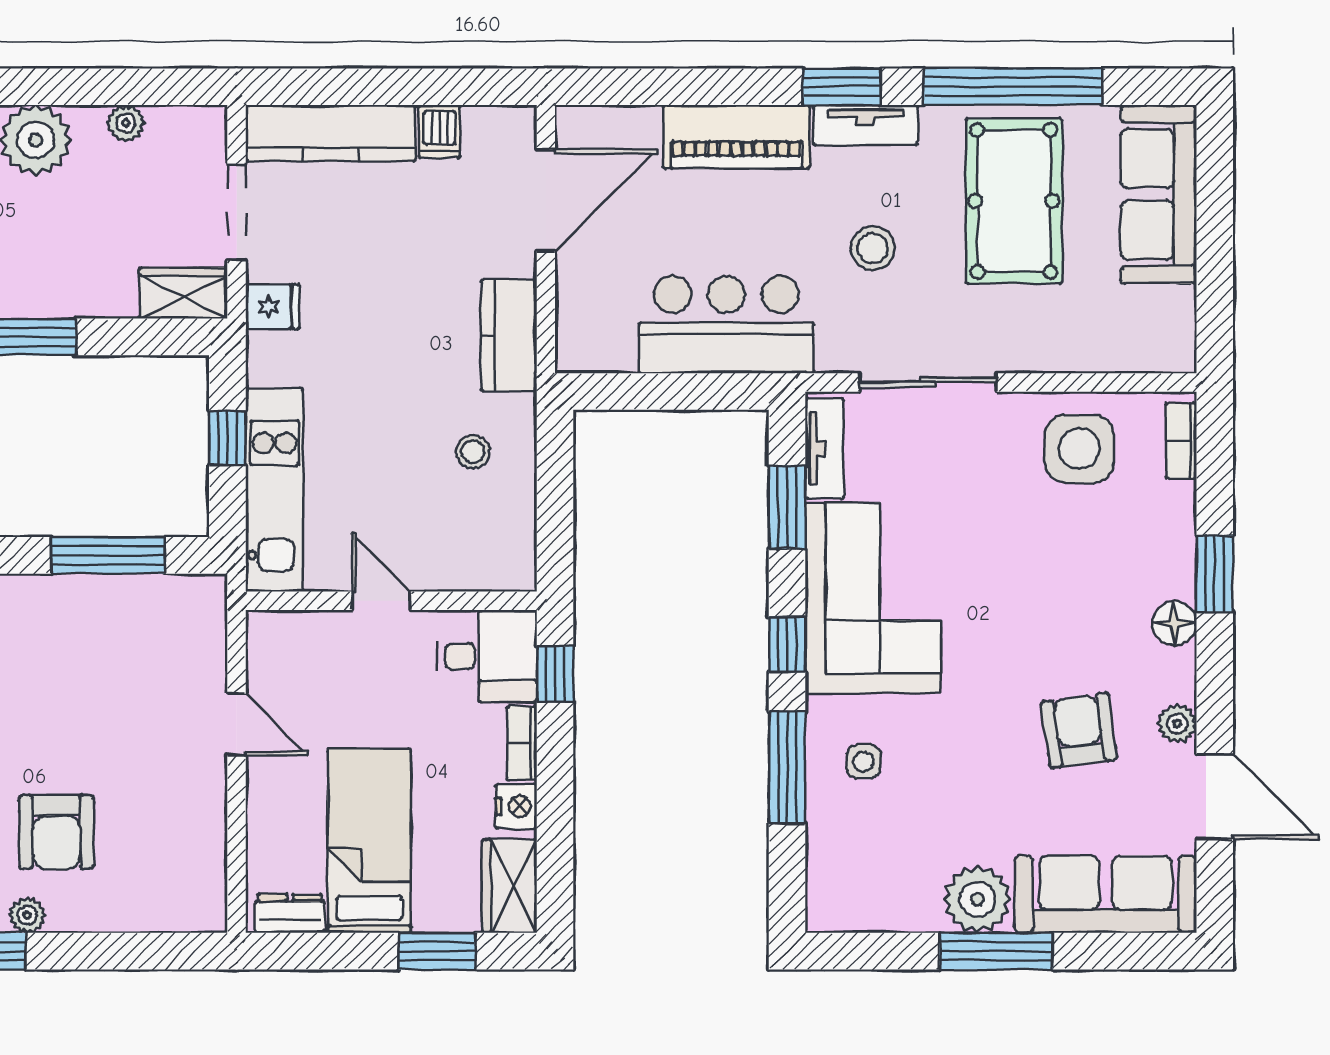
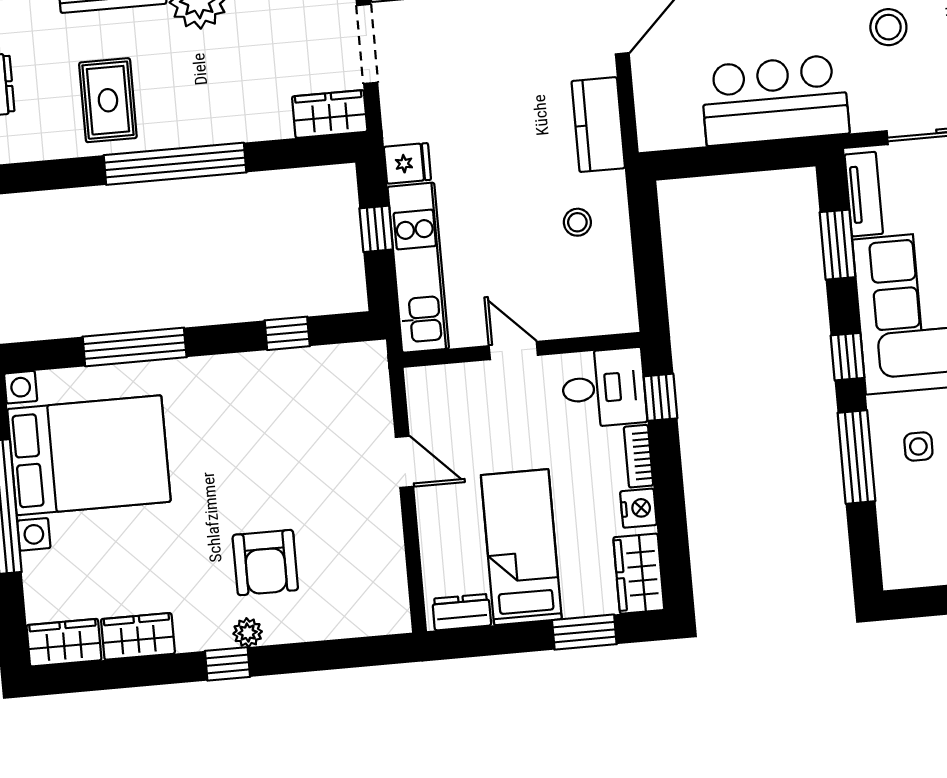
fridge: (273, 307) -> (407, 163), moved
window: (108, 555) -> (287, 333), width x0.46

